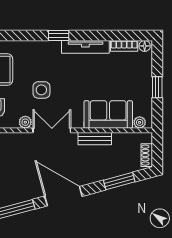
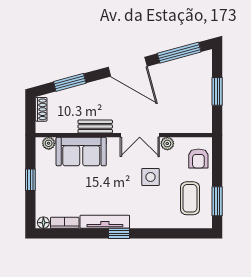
window: (59, 36) -> (119, 233), moved

